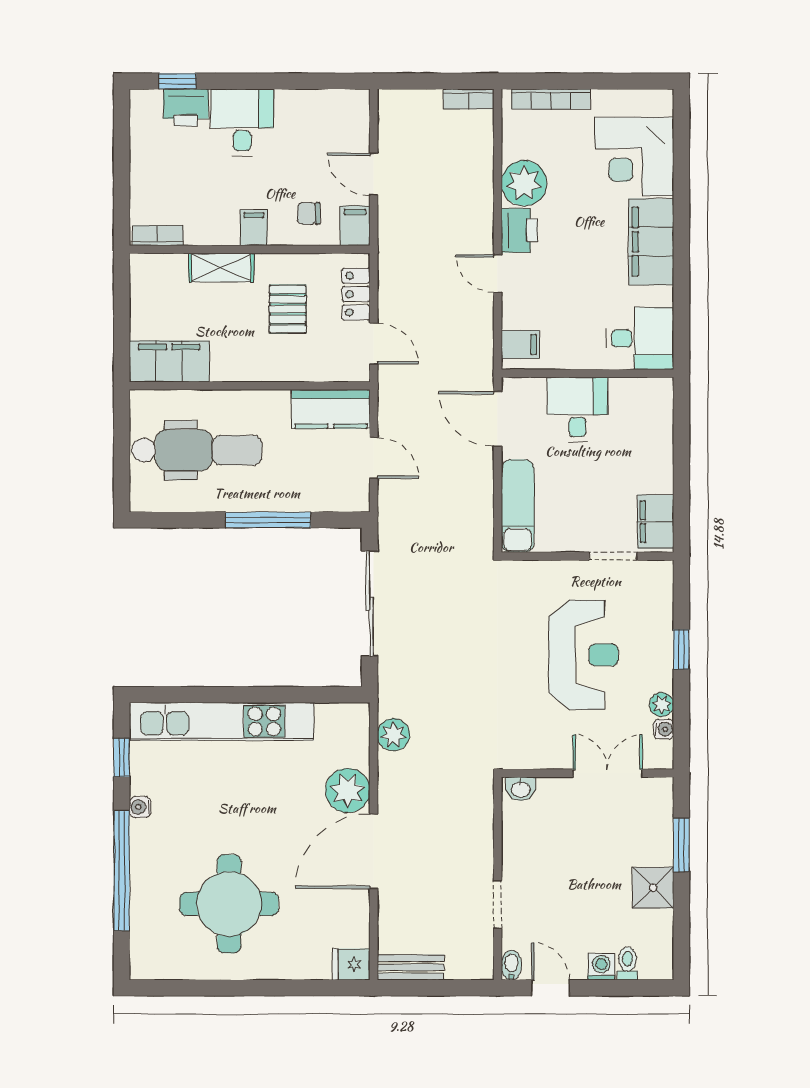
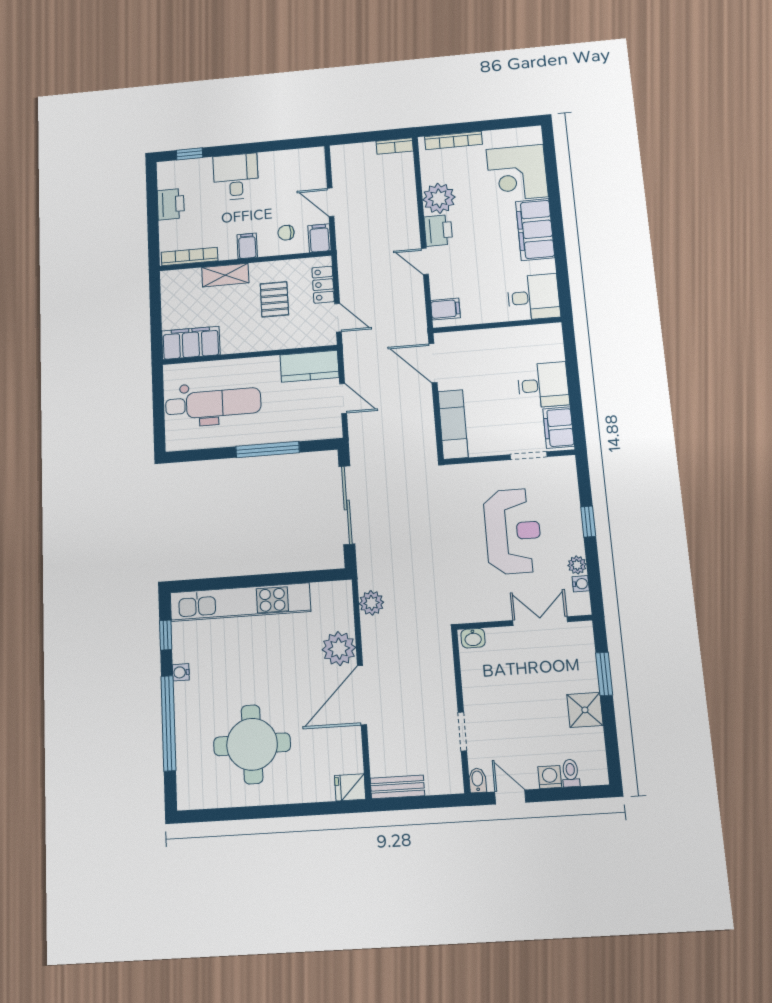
printer: (186, 107) -> (171, 204), moved, turned -90
bookcase: (158, 236) -> (189, 256), width x1.56
desk: (578, 410) -> (543, 385), moved, turned 90

